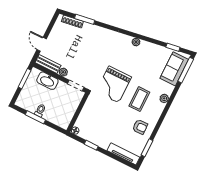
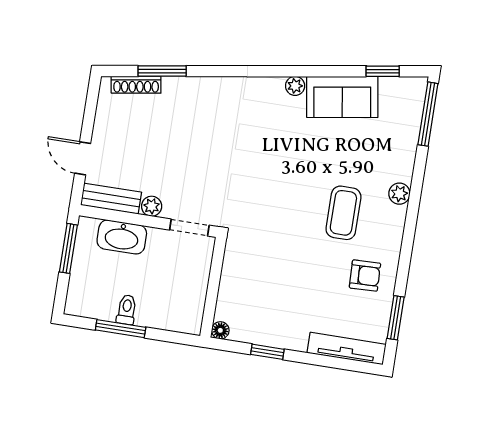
sofa: (174, 69) -> (342, 97), moved, turned -99
grand piano: (114, 84) -> (275, 198), removed

